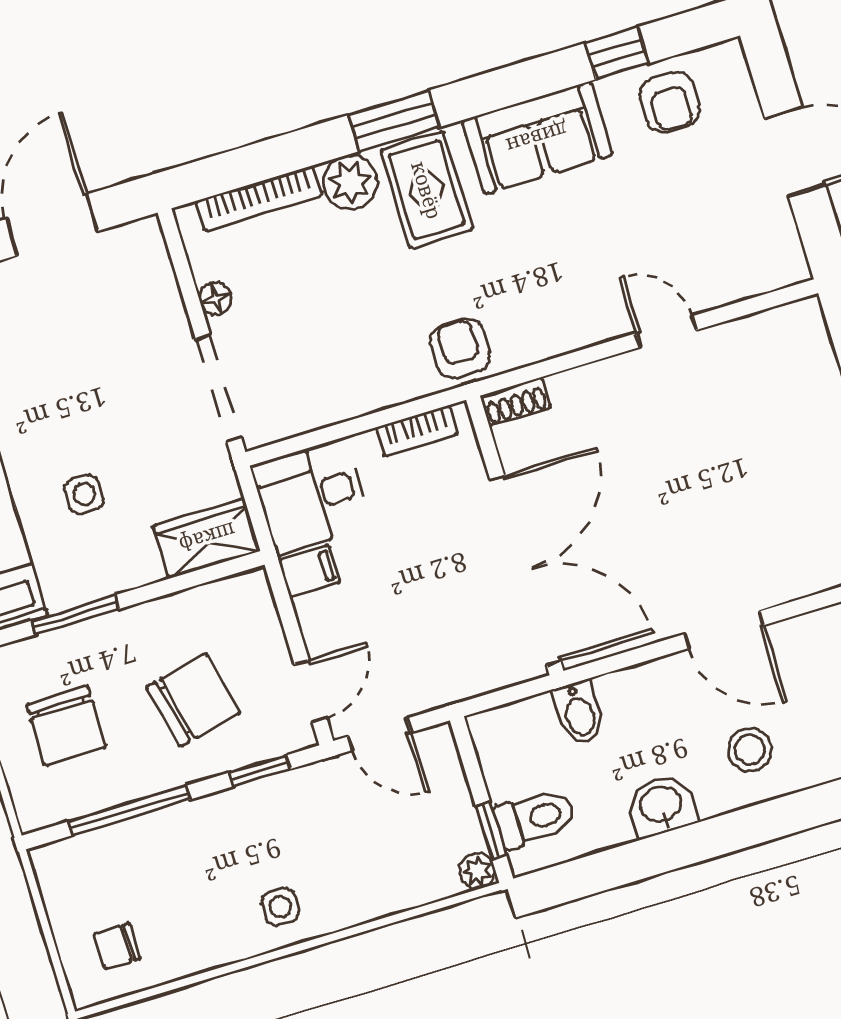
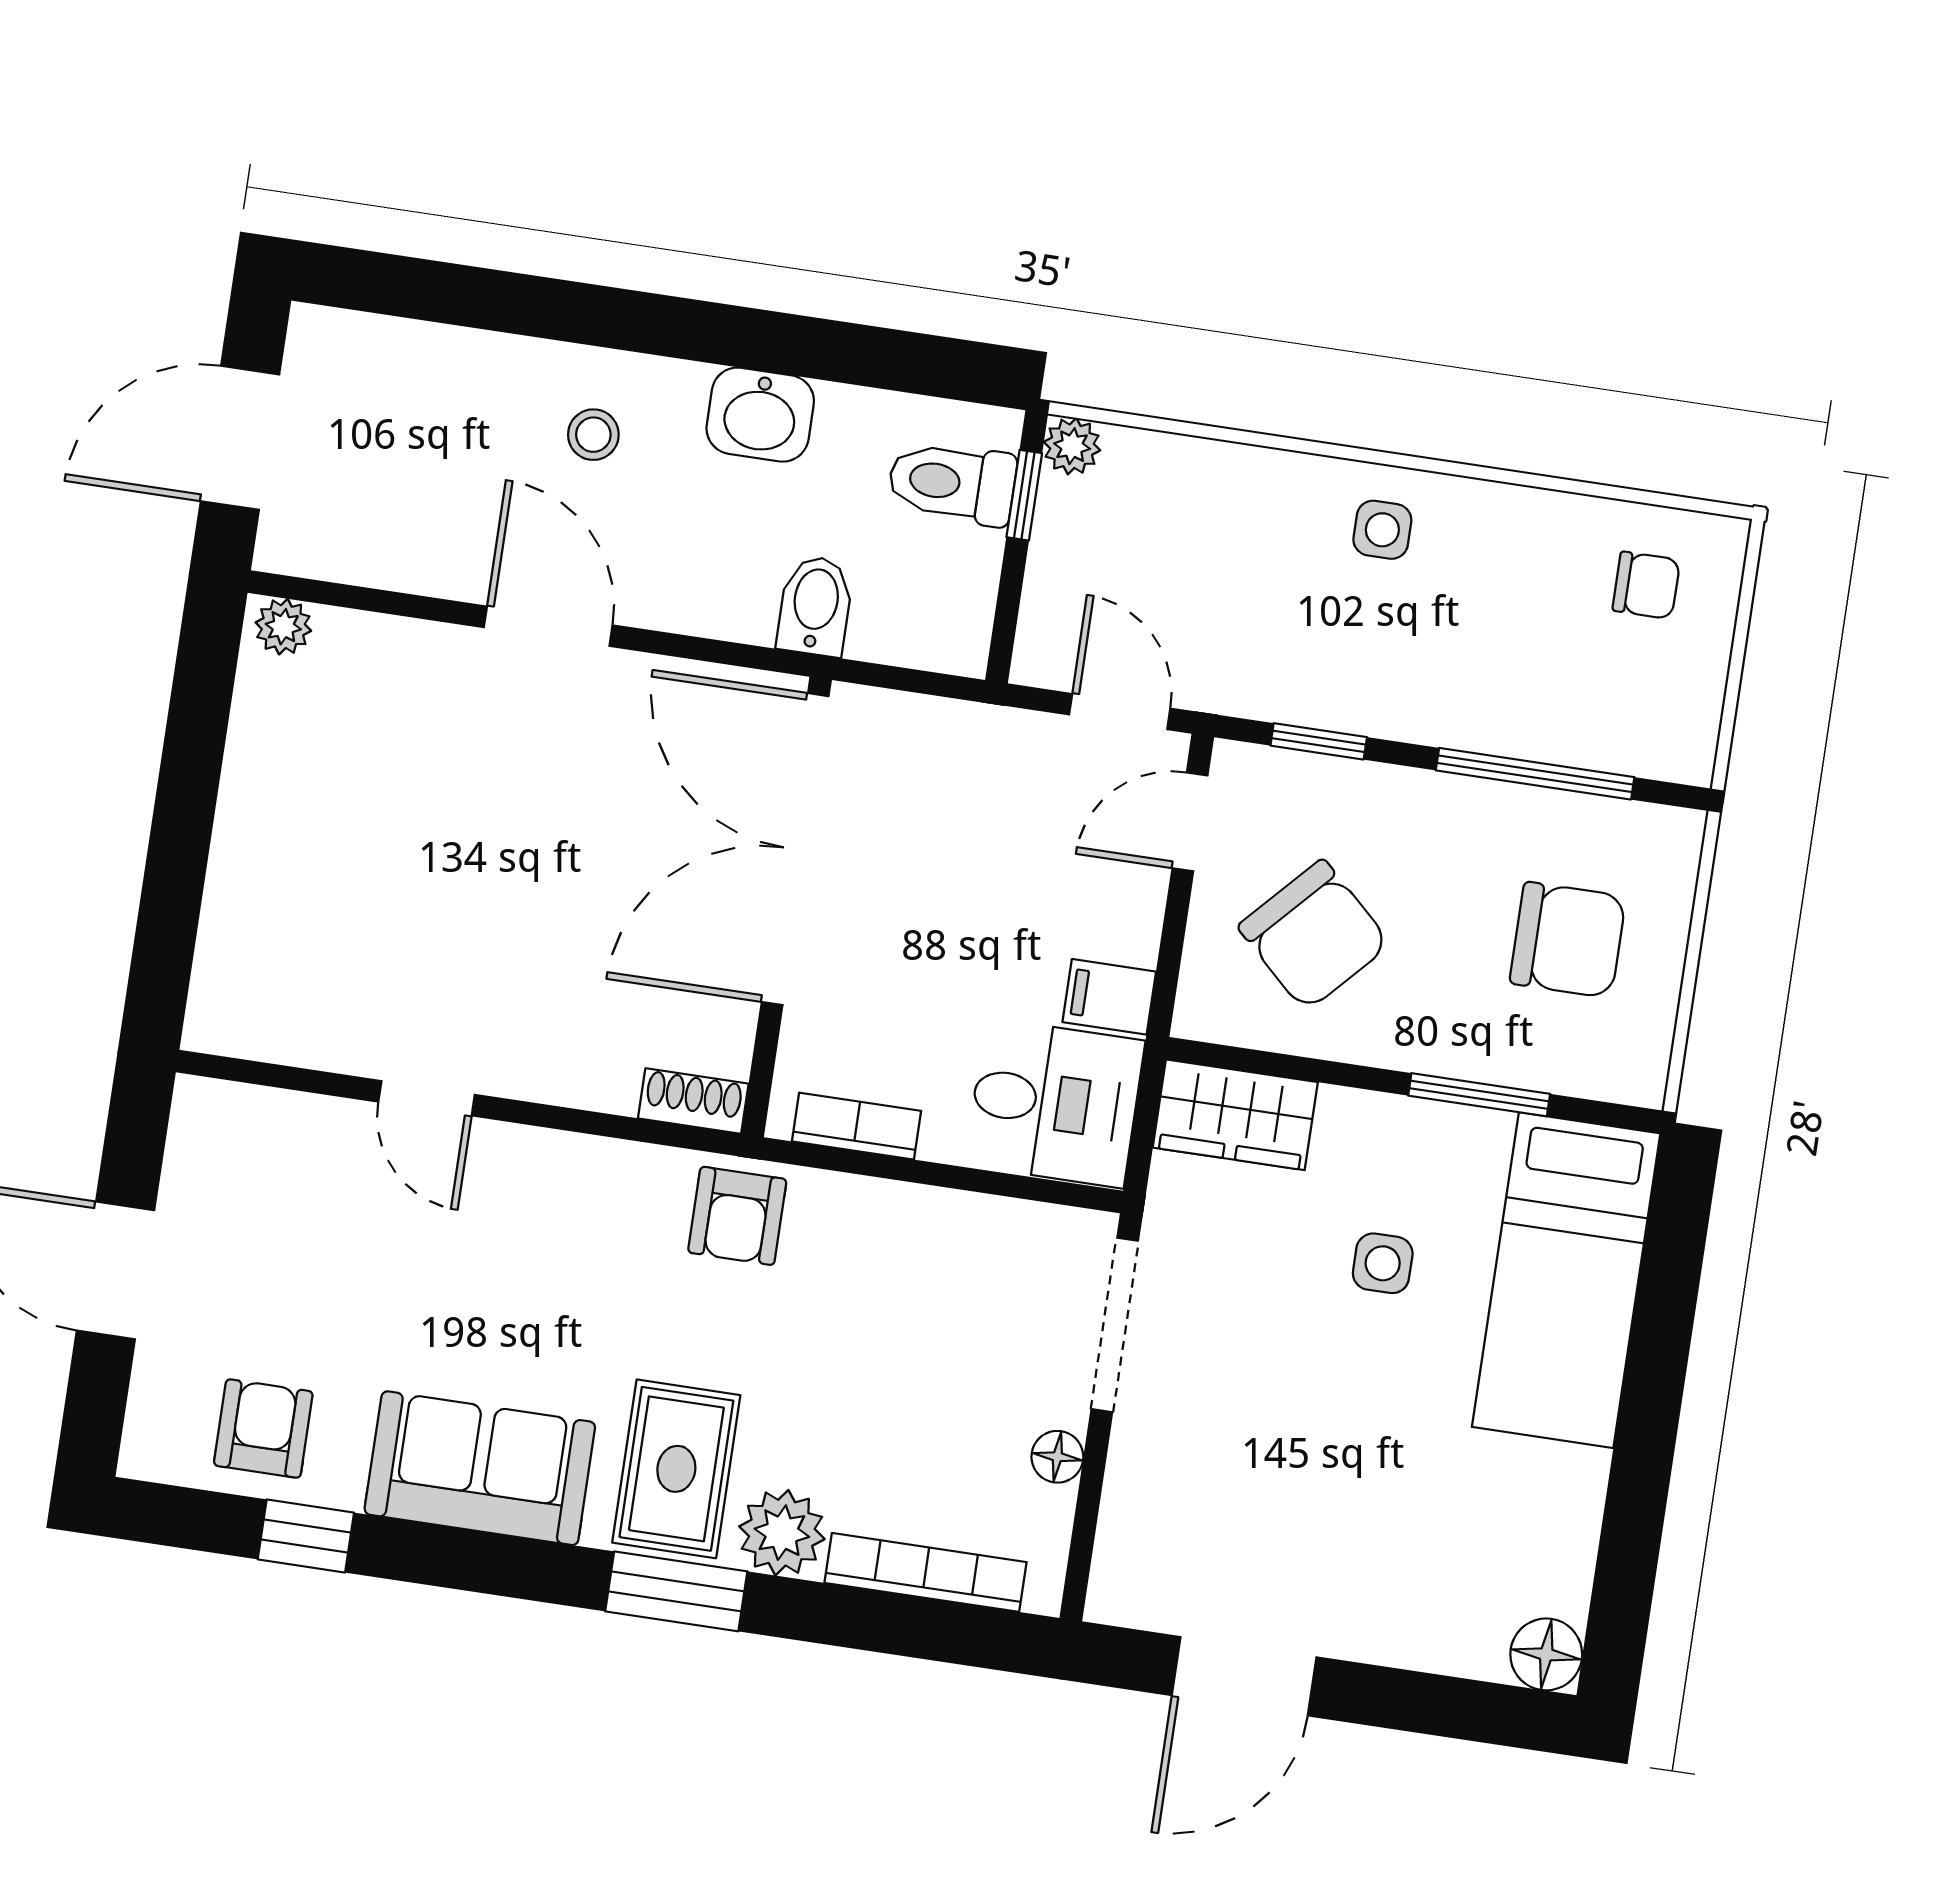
chair: (193, 700) -> (1314, 935), moved, turned -124
chair: (66, 726) -> (1568, 940), turned 90
stool: (750, 750) -> (593, 435), width x0.73, depth x0.73

